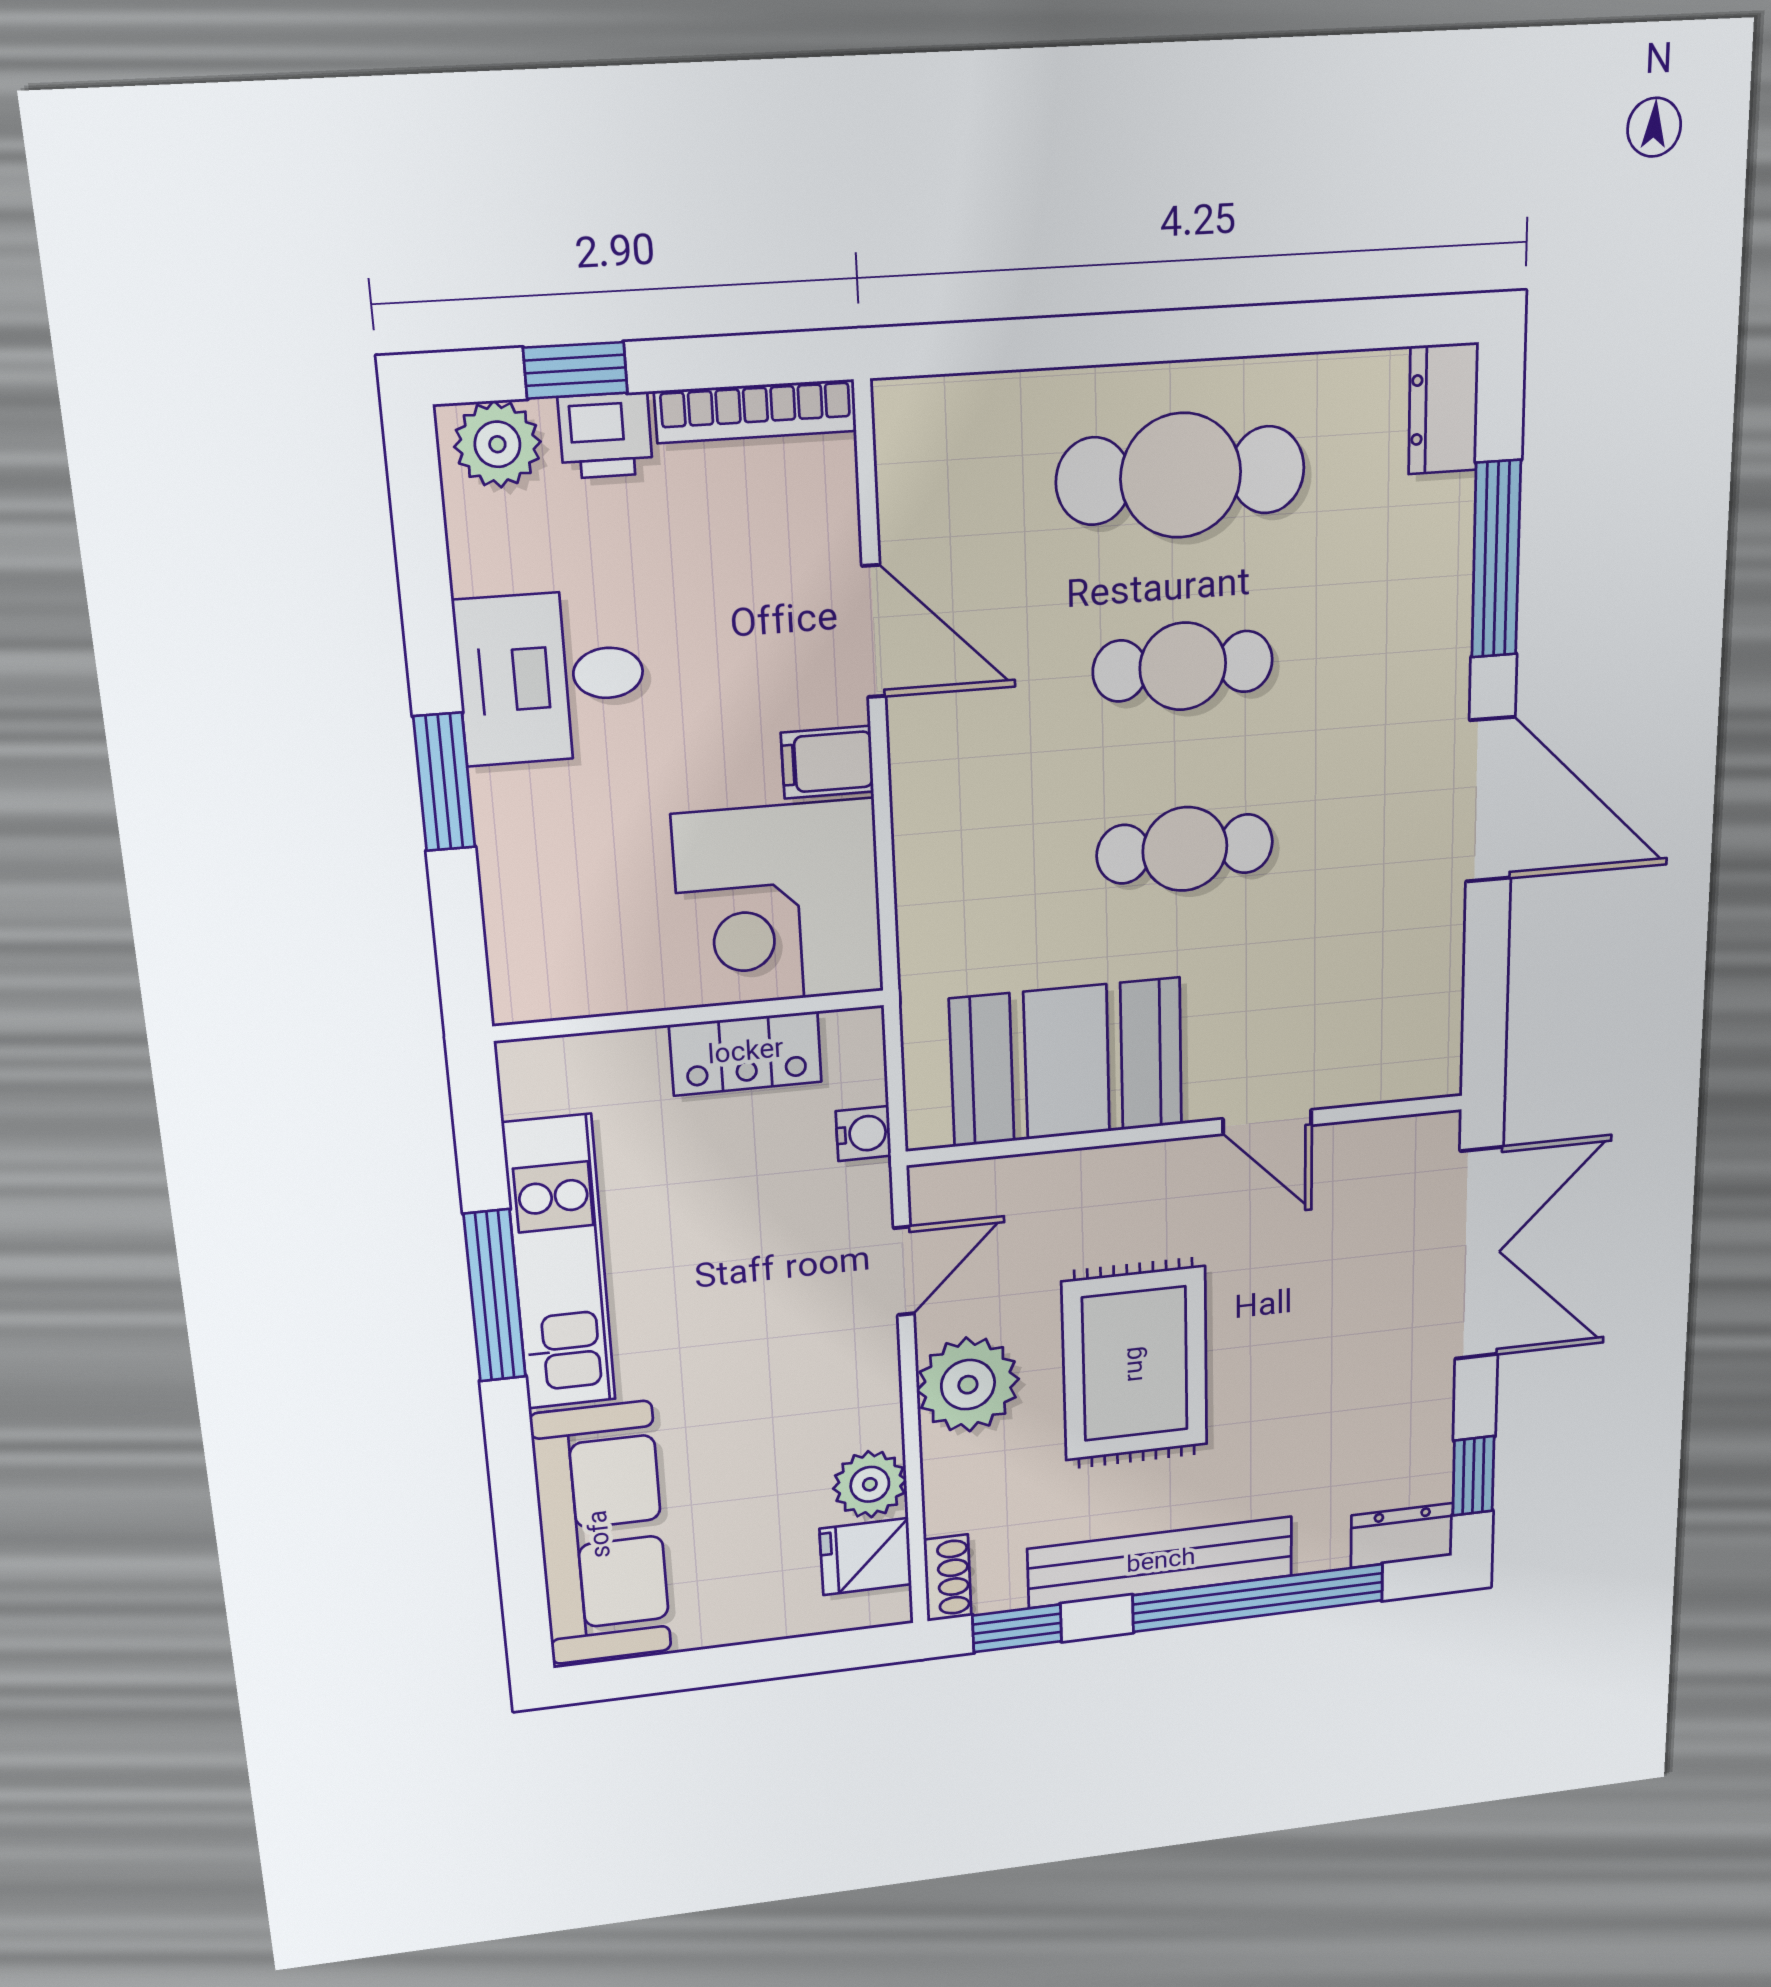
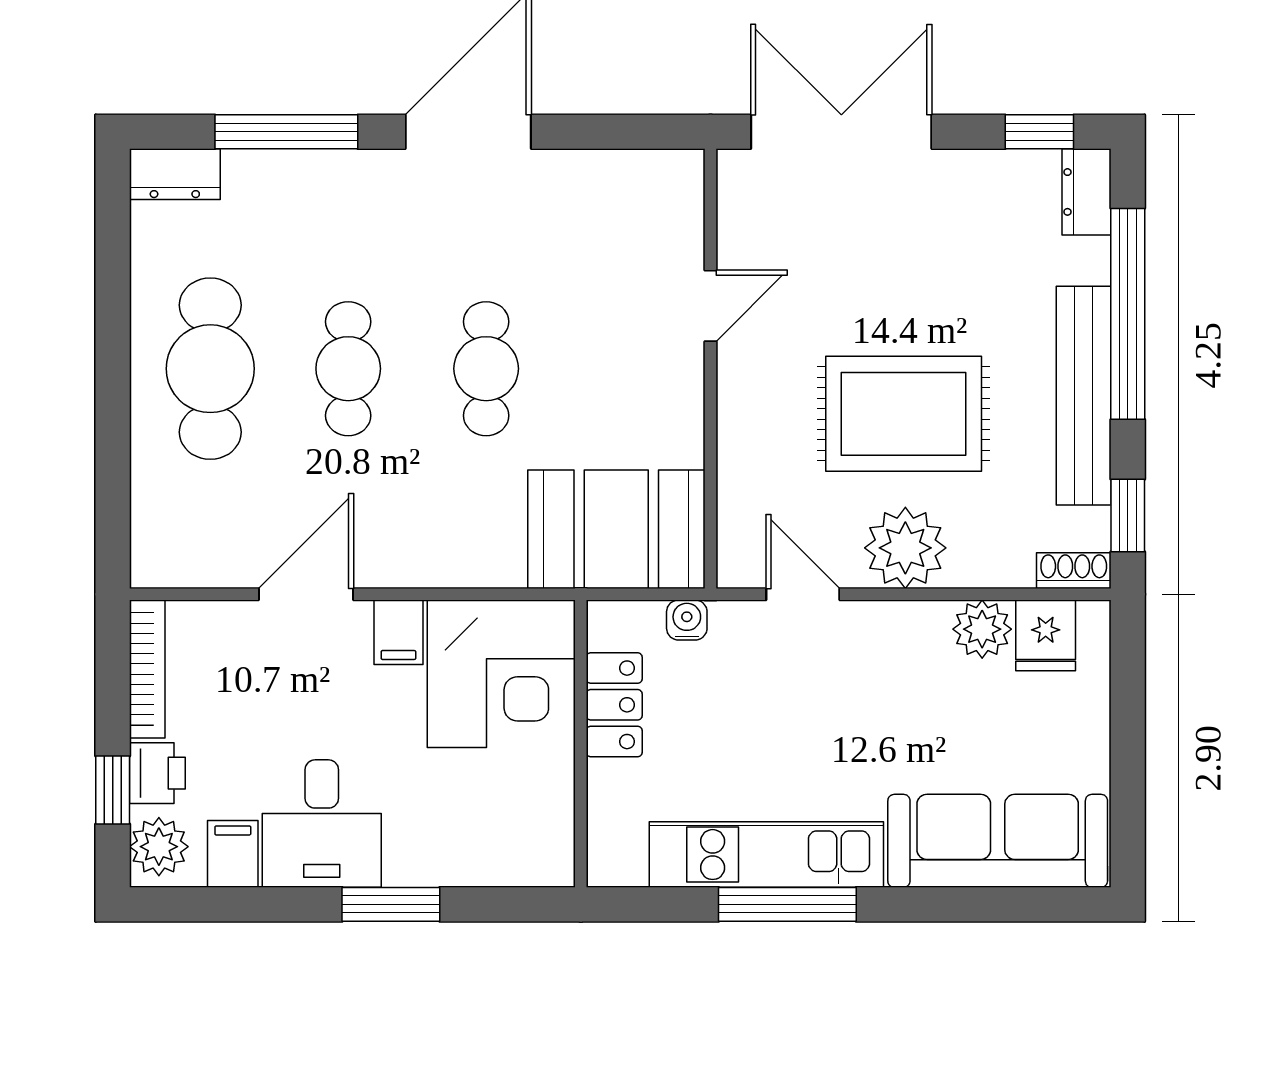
filing cabinet: (496, 553) -> (233, 854), added
booth: (1067, 1062) -> (616, 529), moved, turned 90

